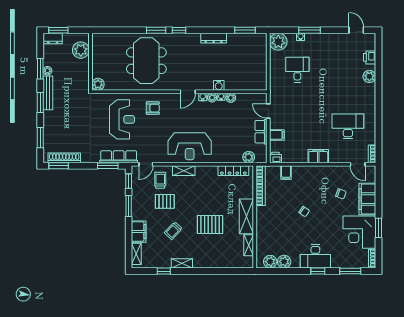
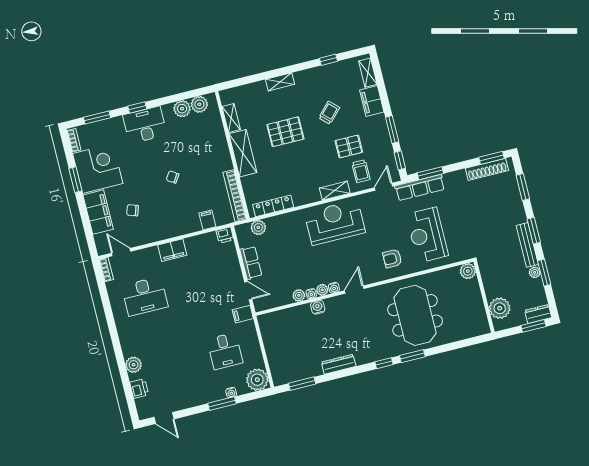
filing cabinet: (277, 135) -> (243, 314), moved
shelving: (182, 263) -> (280, 82), moved

